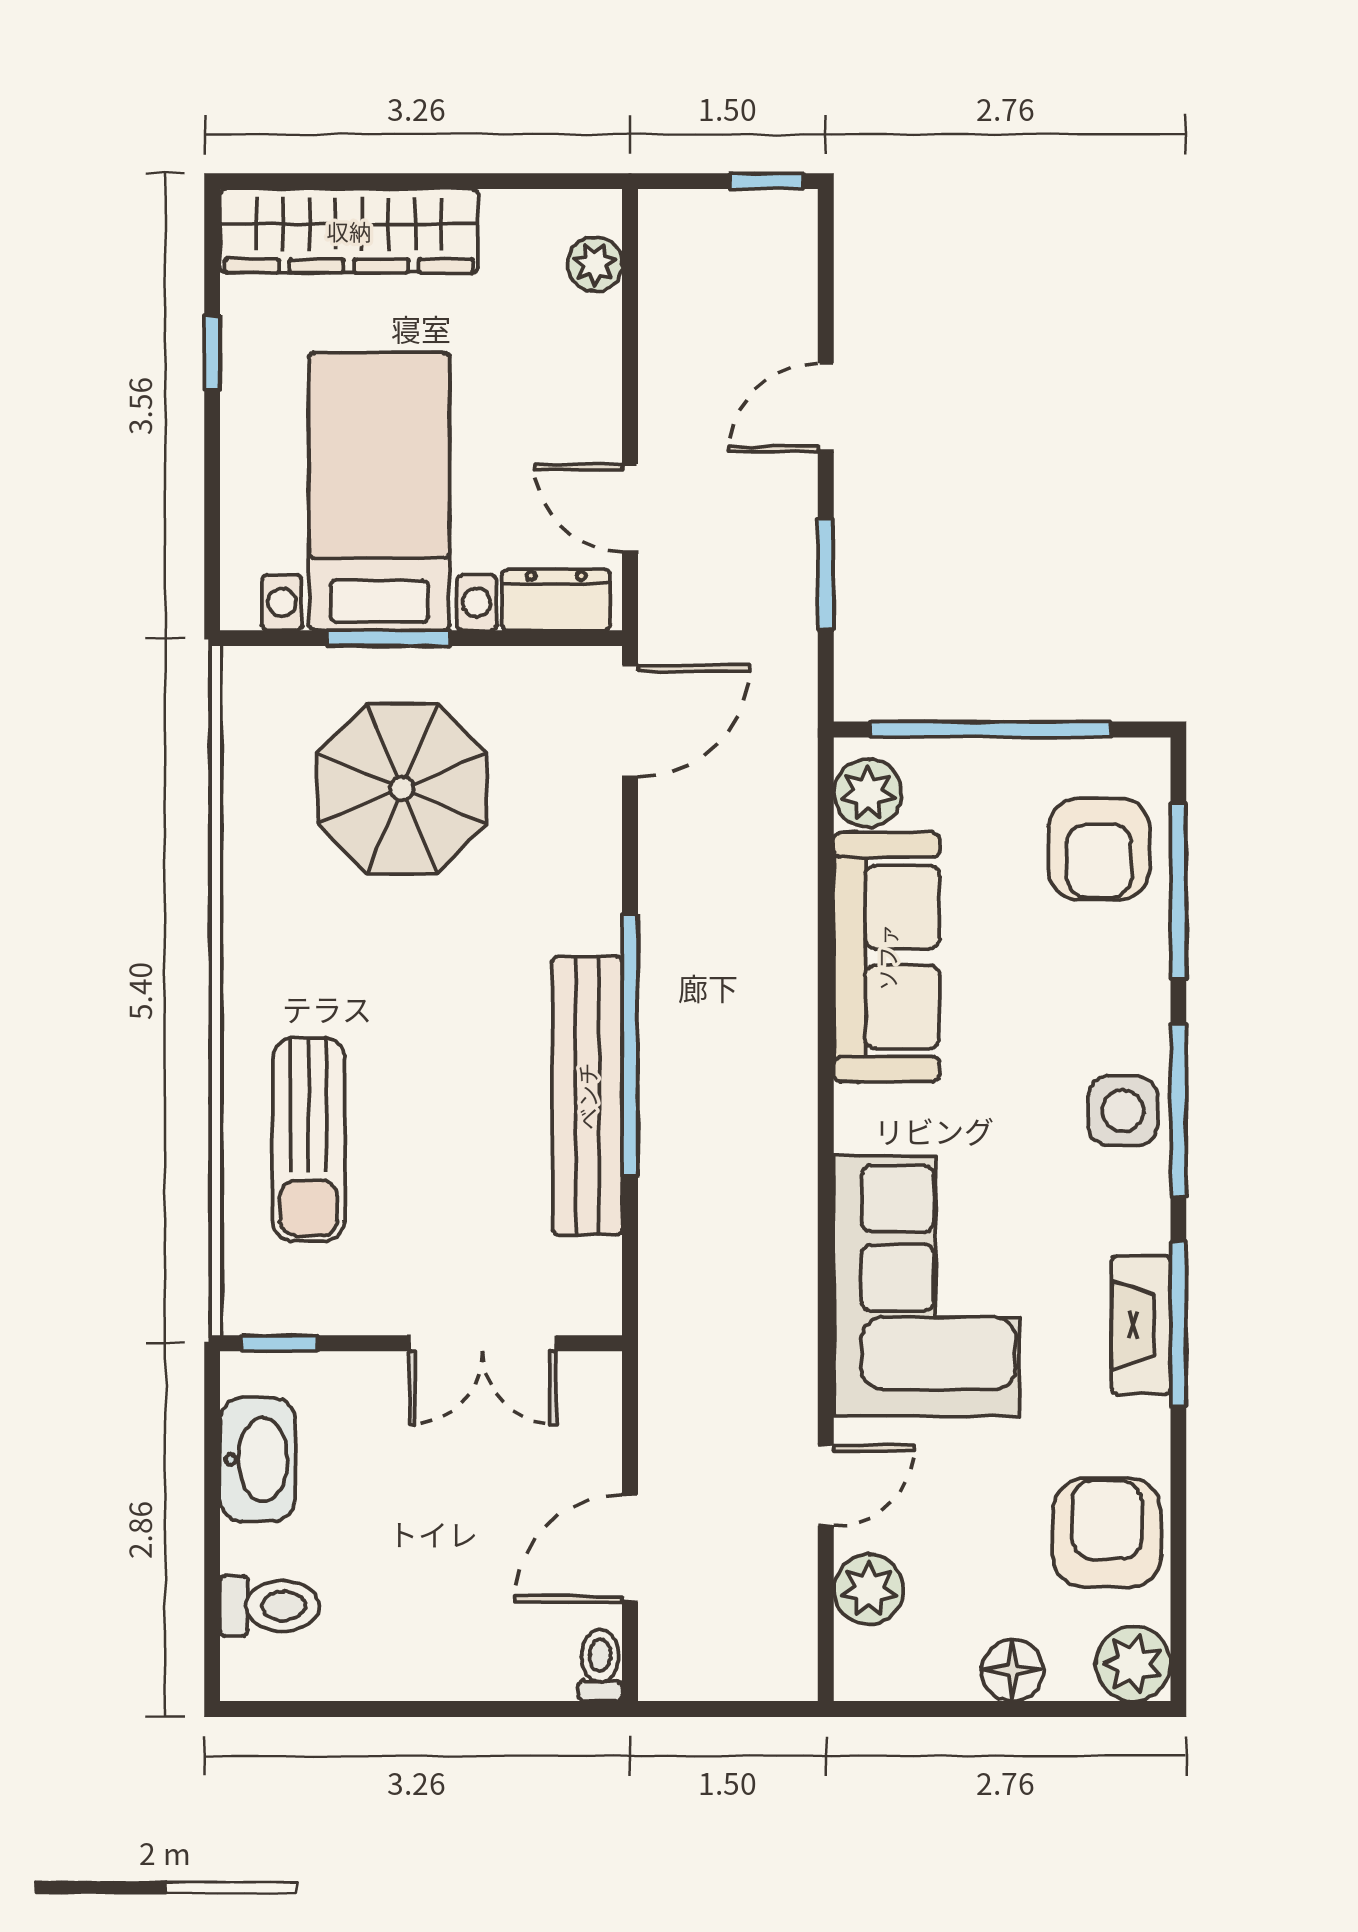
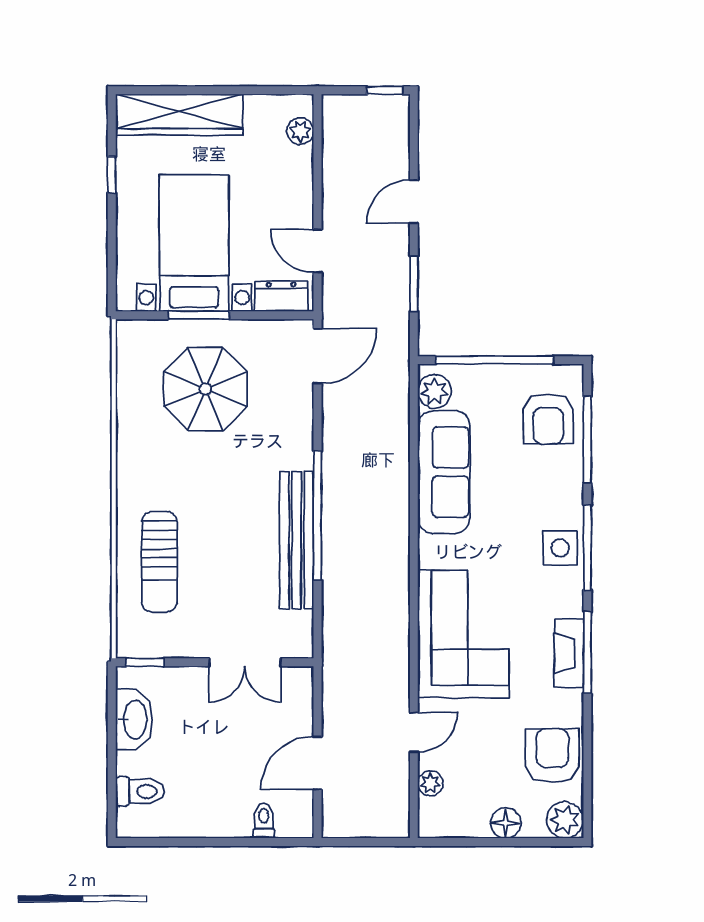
plant: (869, 1590) -> (430, 783), width x0.73, depth x0.73
toilet: (600, 1665) -> (264, 821), moved

